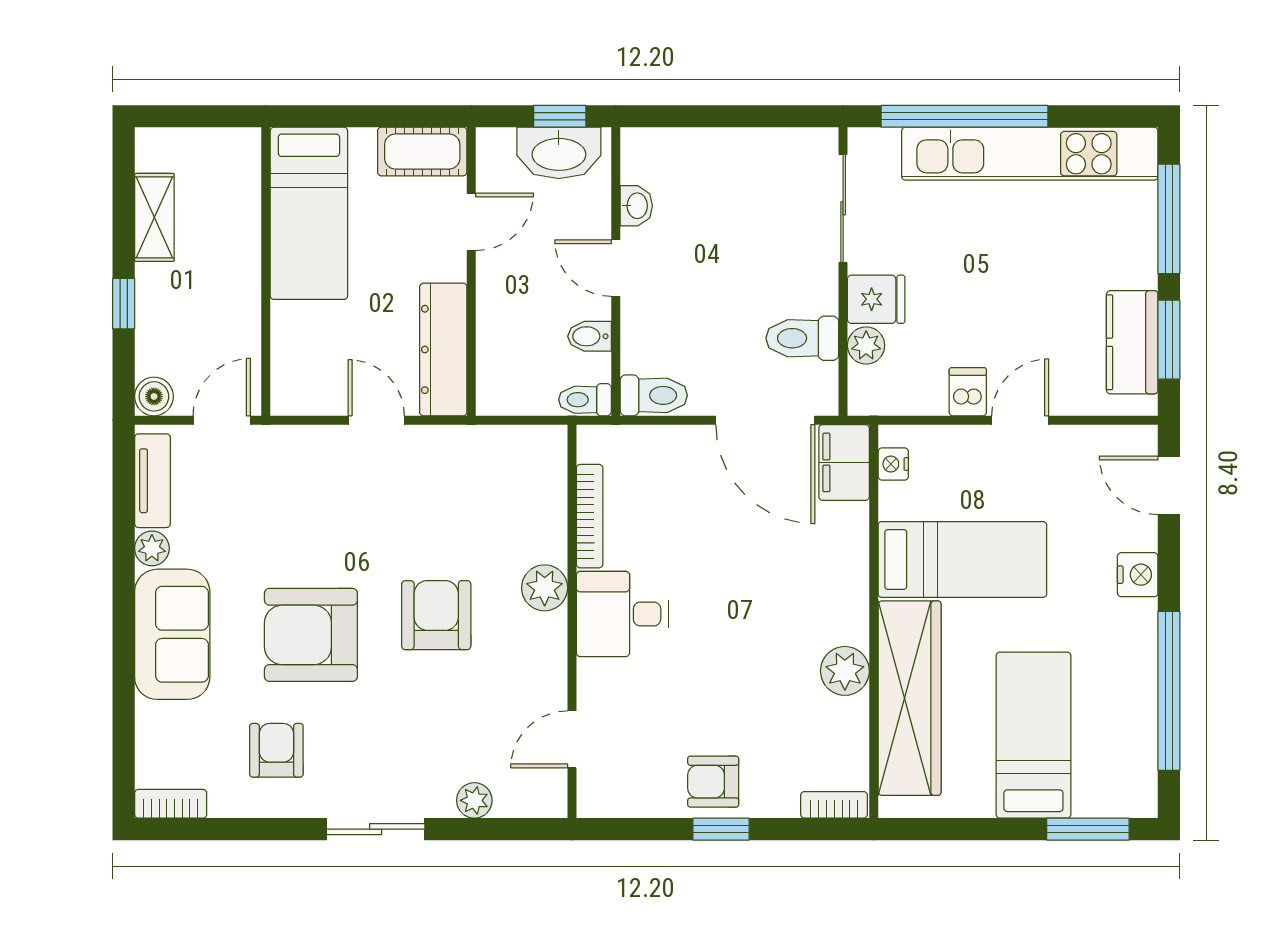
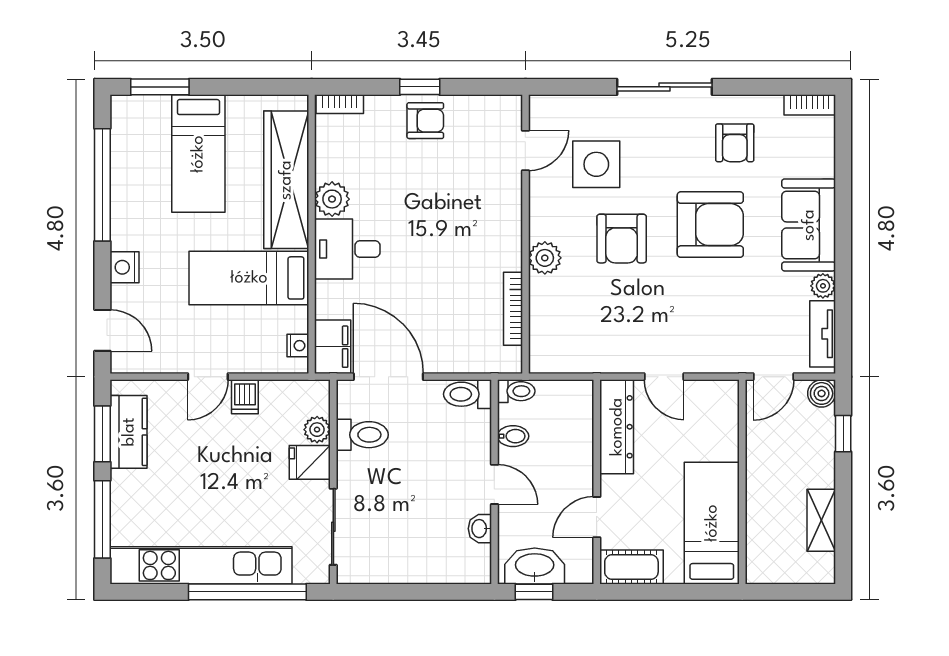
window: (124, 304) -> (843, 434), moved
desk: (622, 614) -> (347, 249), moved, turned 180
side table: (472, 720) -> (596, 164), added
plant: (474, 800) -> (595, 107), removed
sliding door: (376, 829) -> (664, 87), width x1.37

